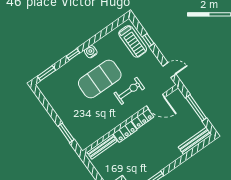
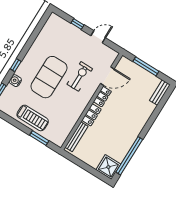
treadmill: (133, 41) -> (33, 118), moved
water cooler: (91, 52) -> (15, 81), moved
door: (169, 70) -> (98, 37), moved
bench: (195, 141) -> (160, 93), width x0.73

